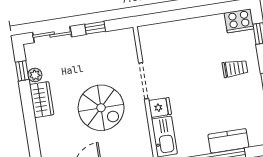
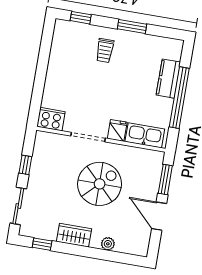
cooker: (239, 21) -> (51, 119), moved, turned -90
trolley: (235, 68) -> (105, 51), turned 180
plant: (35, 75) -> (108, 244), moved

